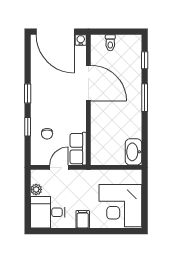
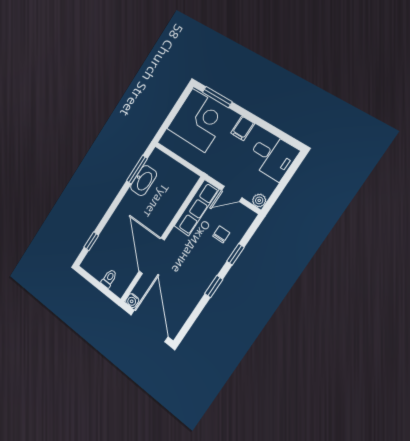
window: (145, 98) -> (137, 170), moved
row of seats: (78, 149) -> (197, 208), width x1.48
washbasin: (133, 152) -> (144, 181), moved
plant: (36, 189) -> (259, 200), moved
window: (118, 231) -> (217, 97), added

